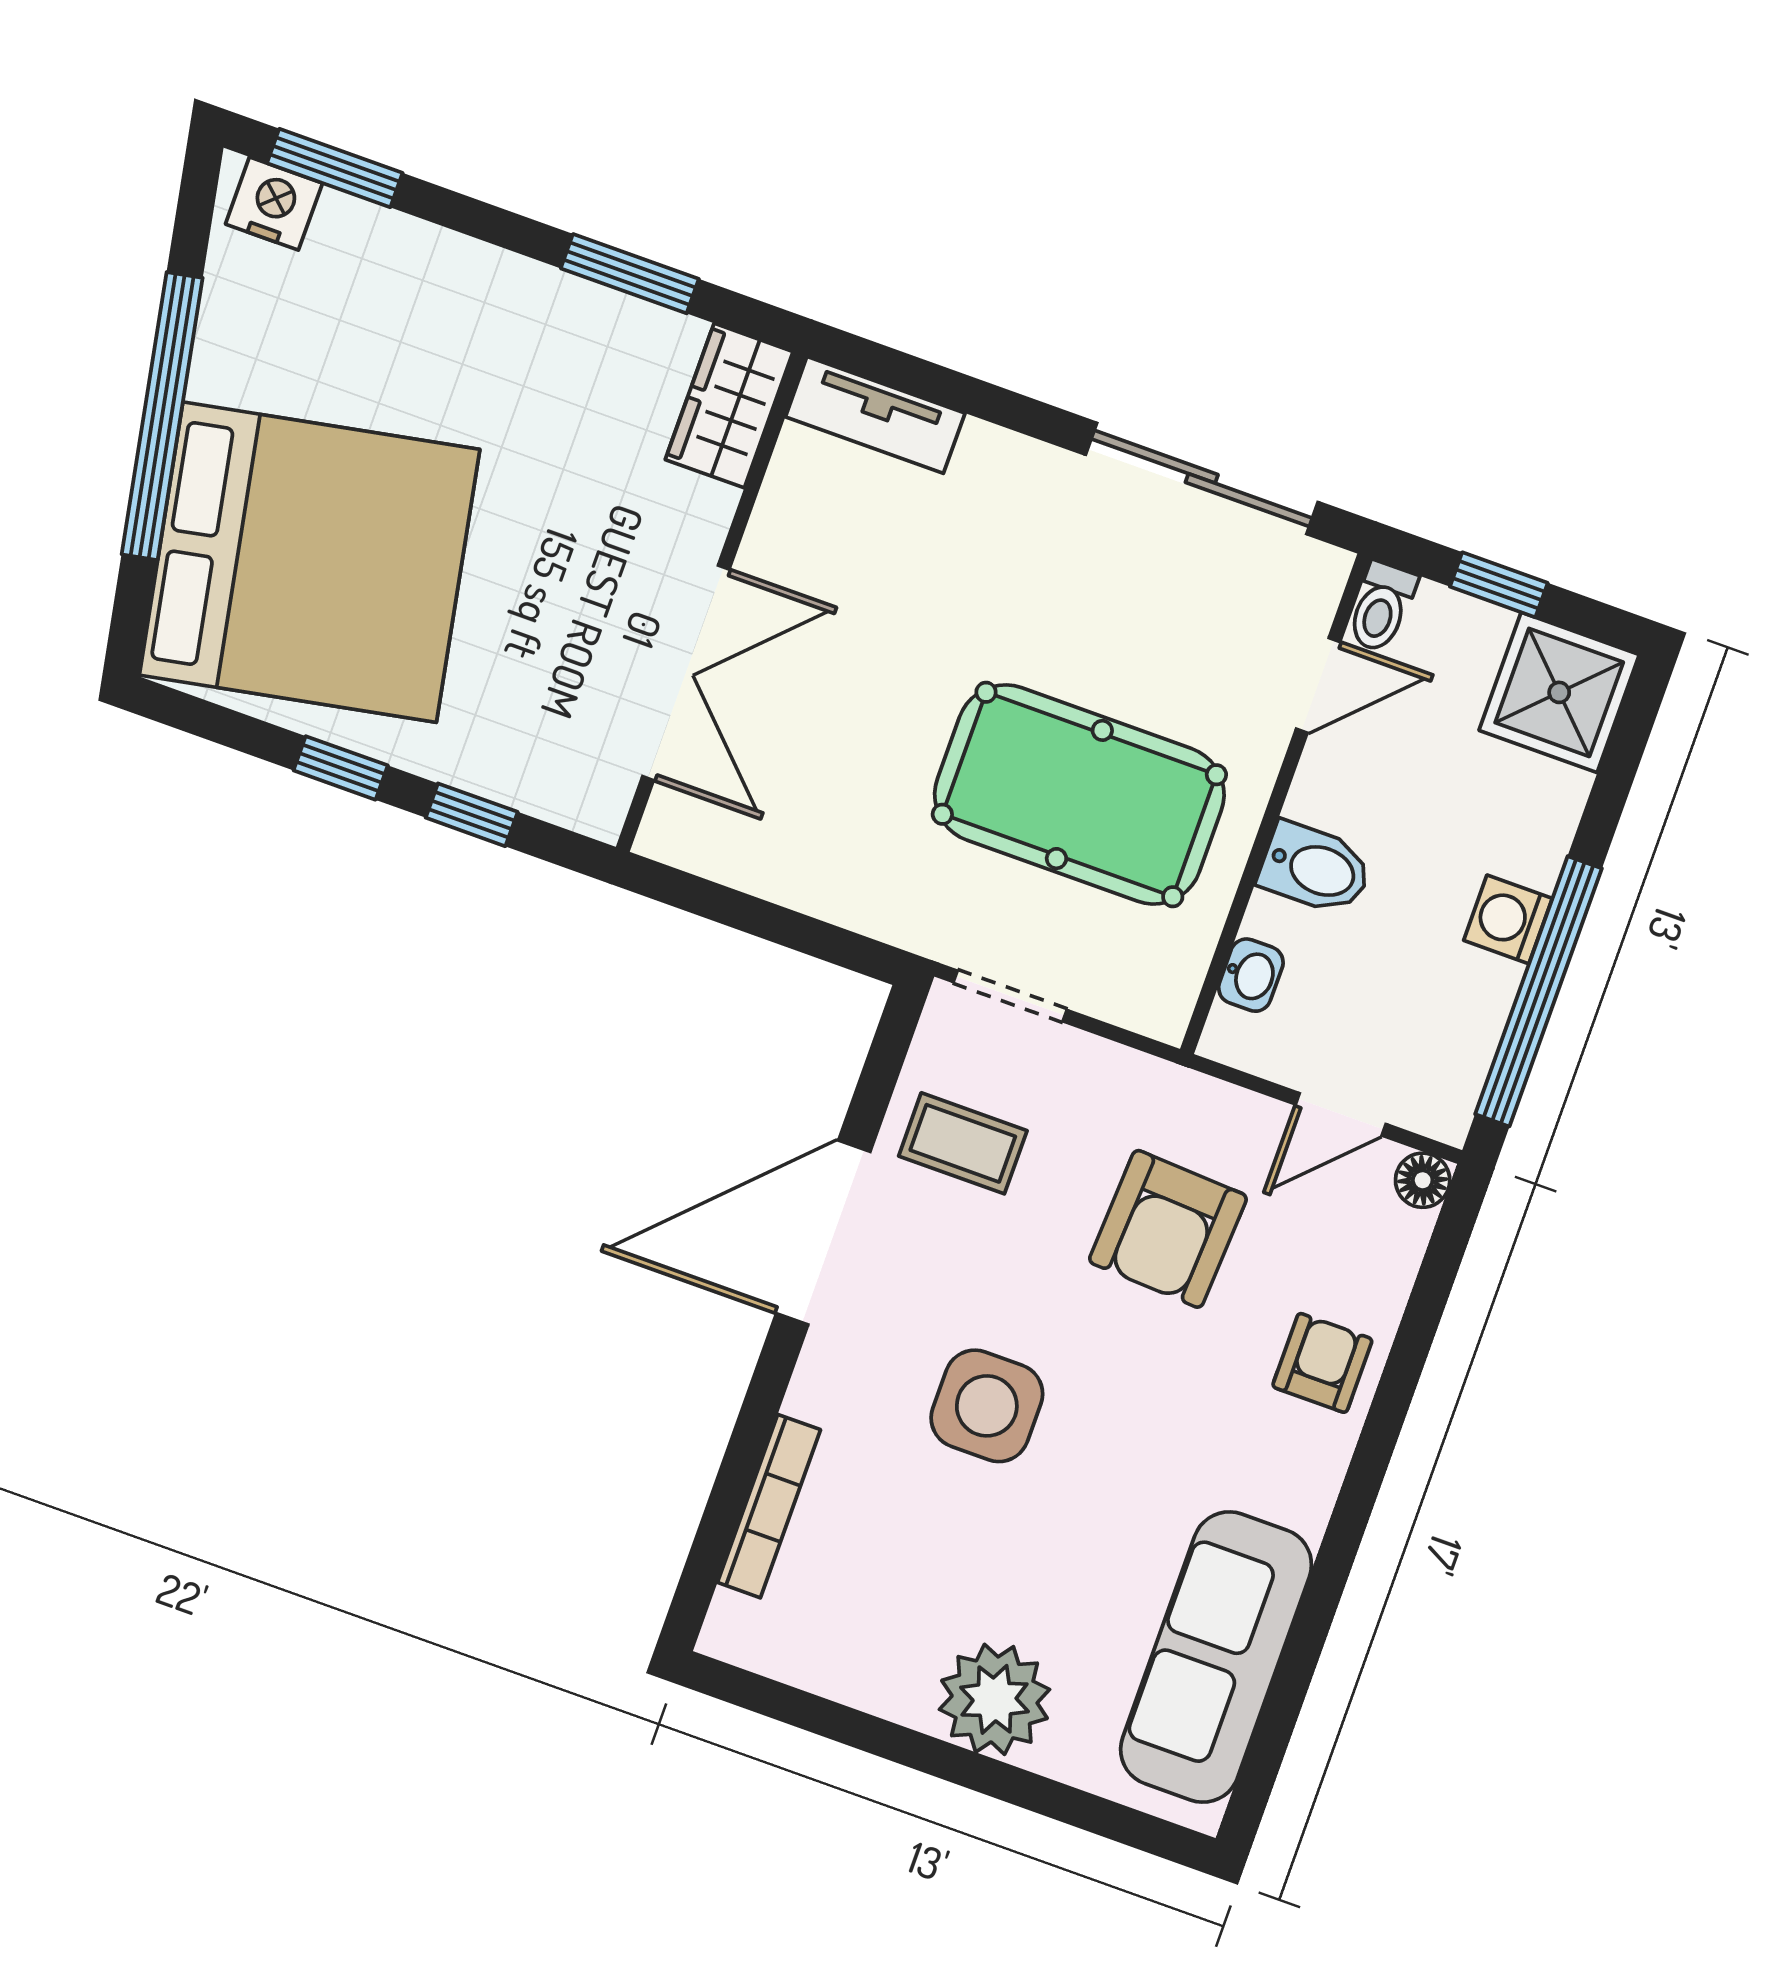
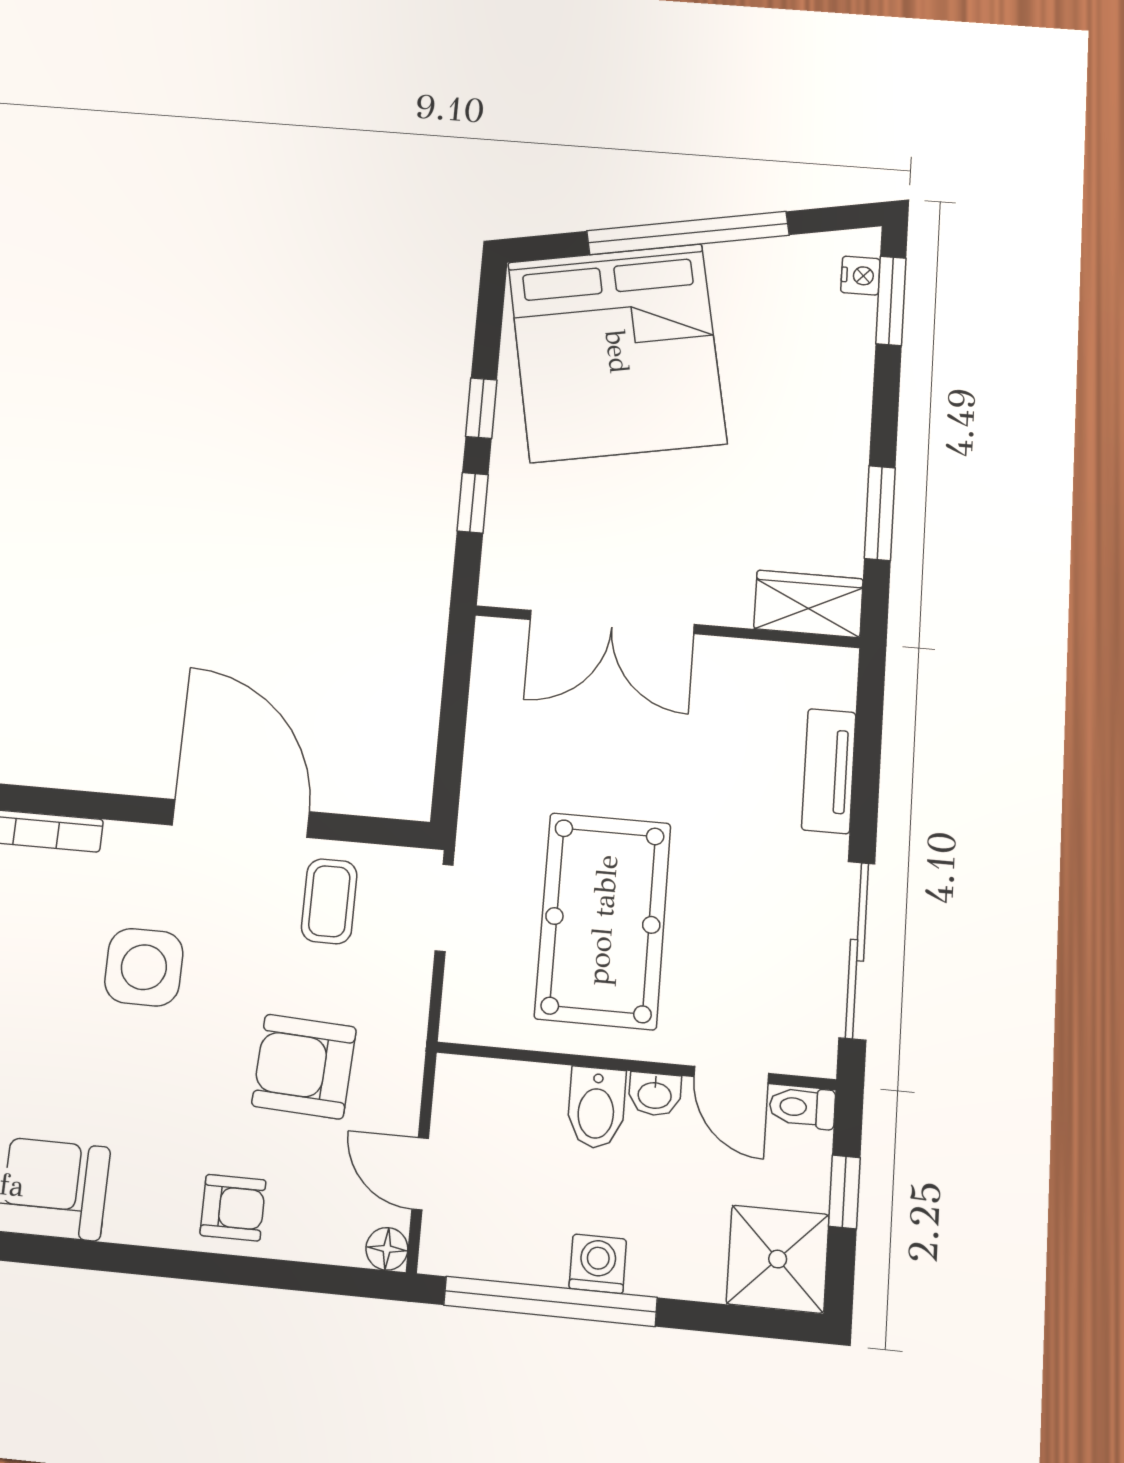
nightstand: (274, 204) -> (860, 276), width x0.72, depth x0.74
tv unit: (875, 415) -> (829, 771), moved
washbasin: (1251, 975) -> (655, 1094), moved

